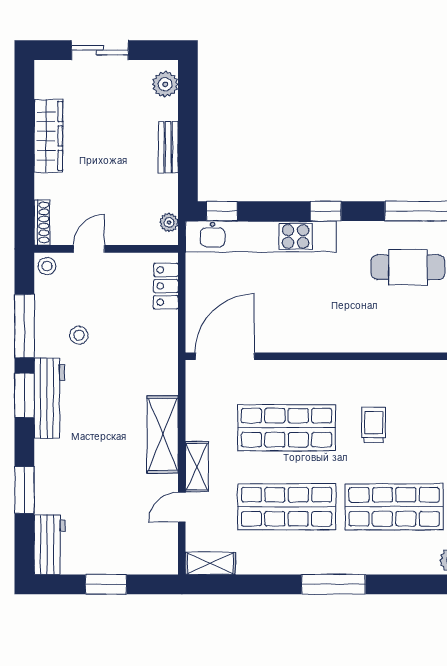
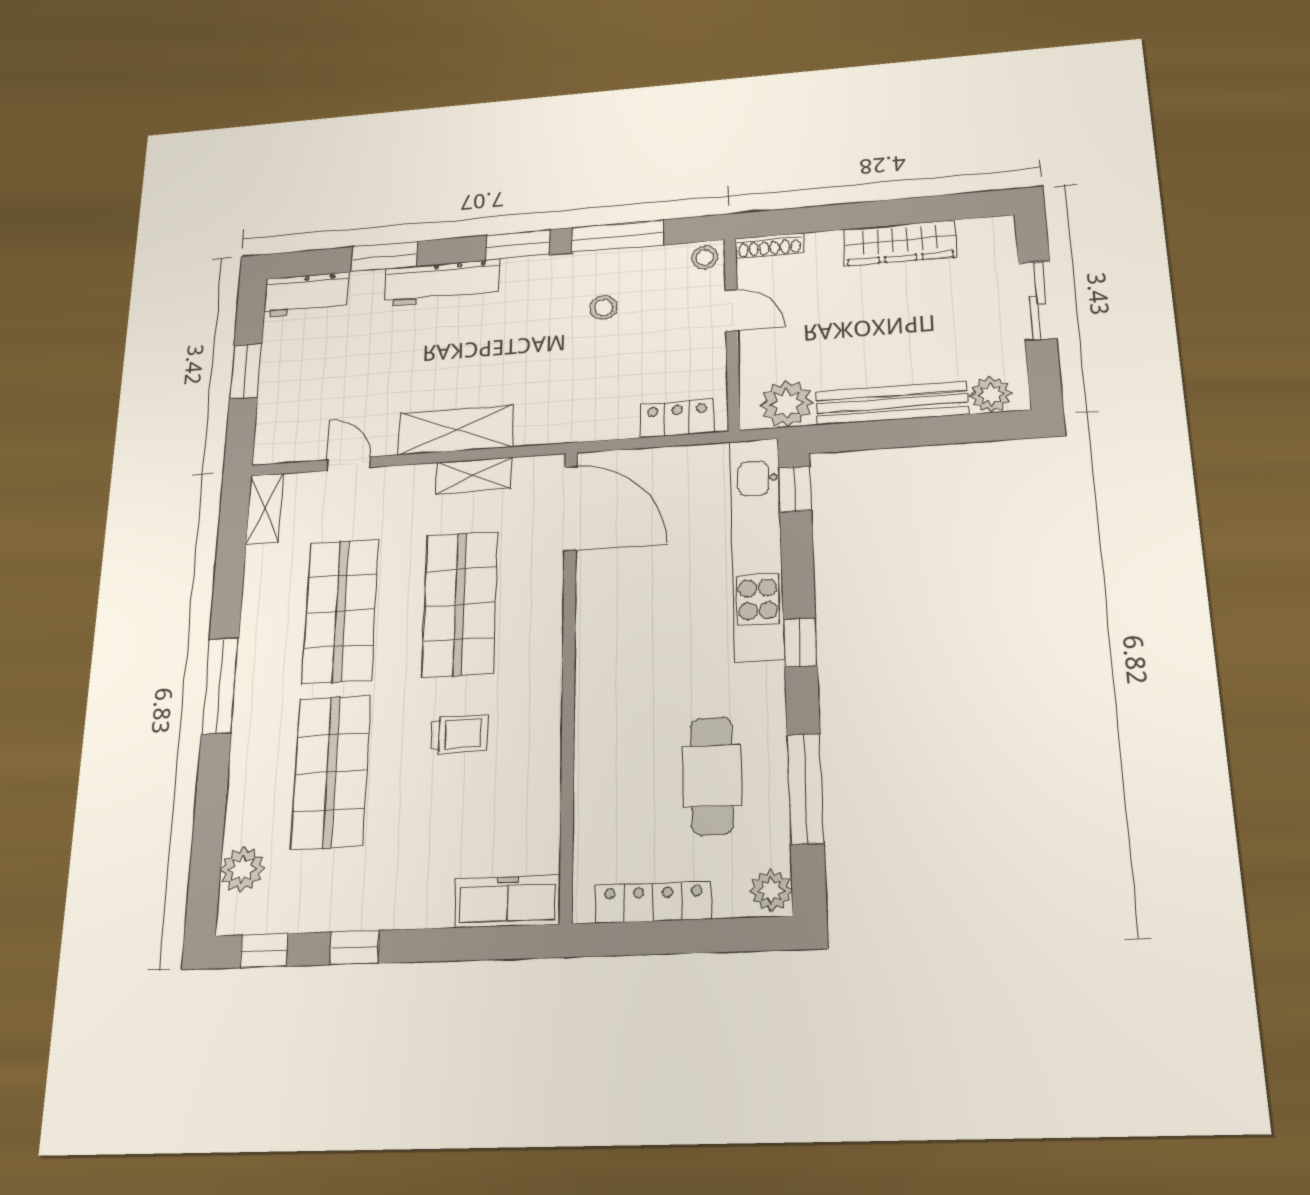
bench: (168, 147) -> (892, 403), width x1.86, depth x1.21
plant: (169, 222) -> (787, 404), width x1.88, depth x1.88
workbench: (49, 398) -> (442, 283), moved
shelving: (197, 467) -> (474, 476), moved

